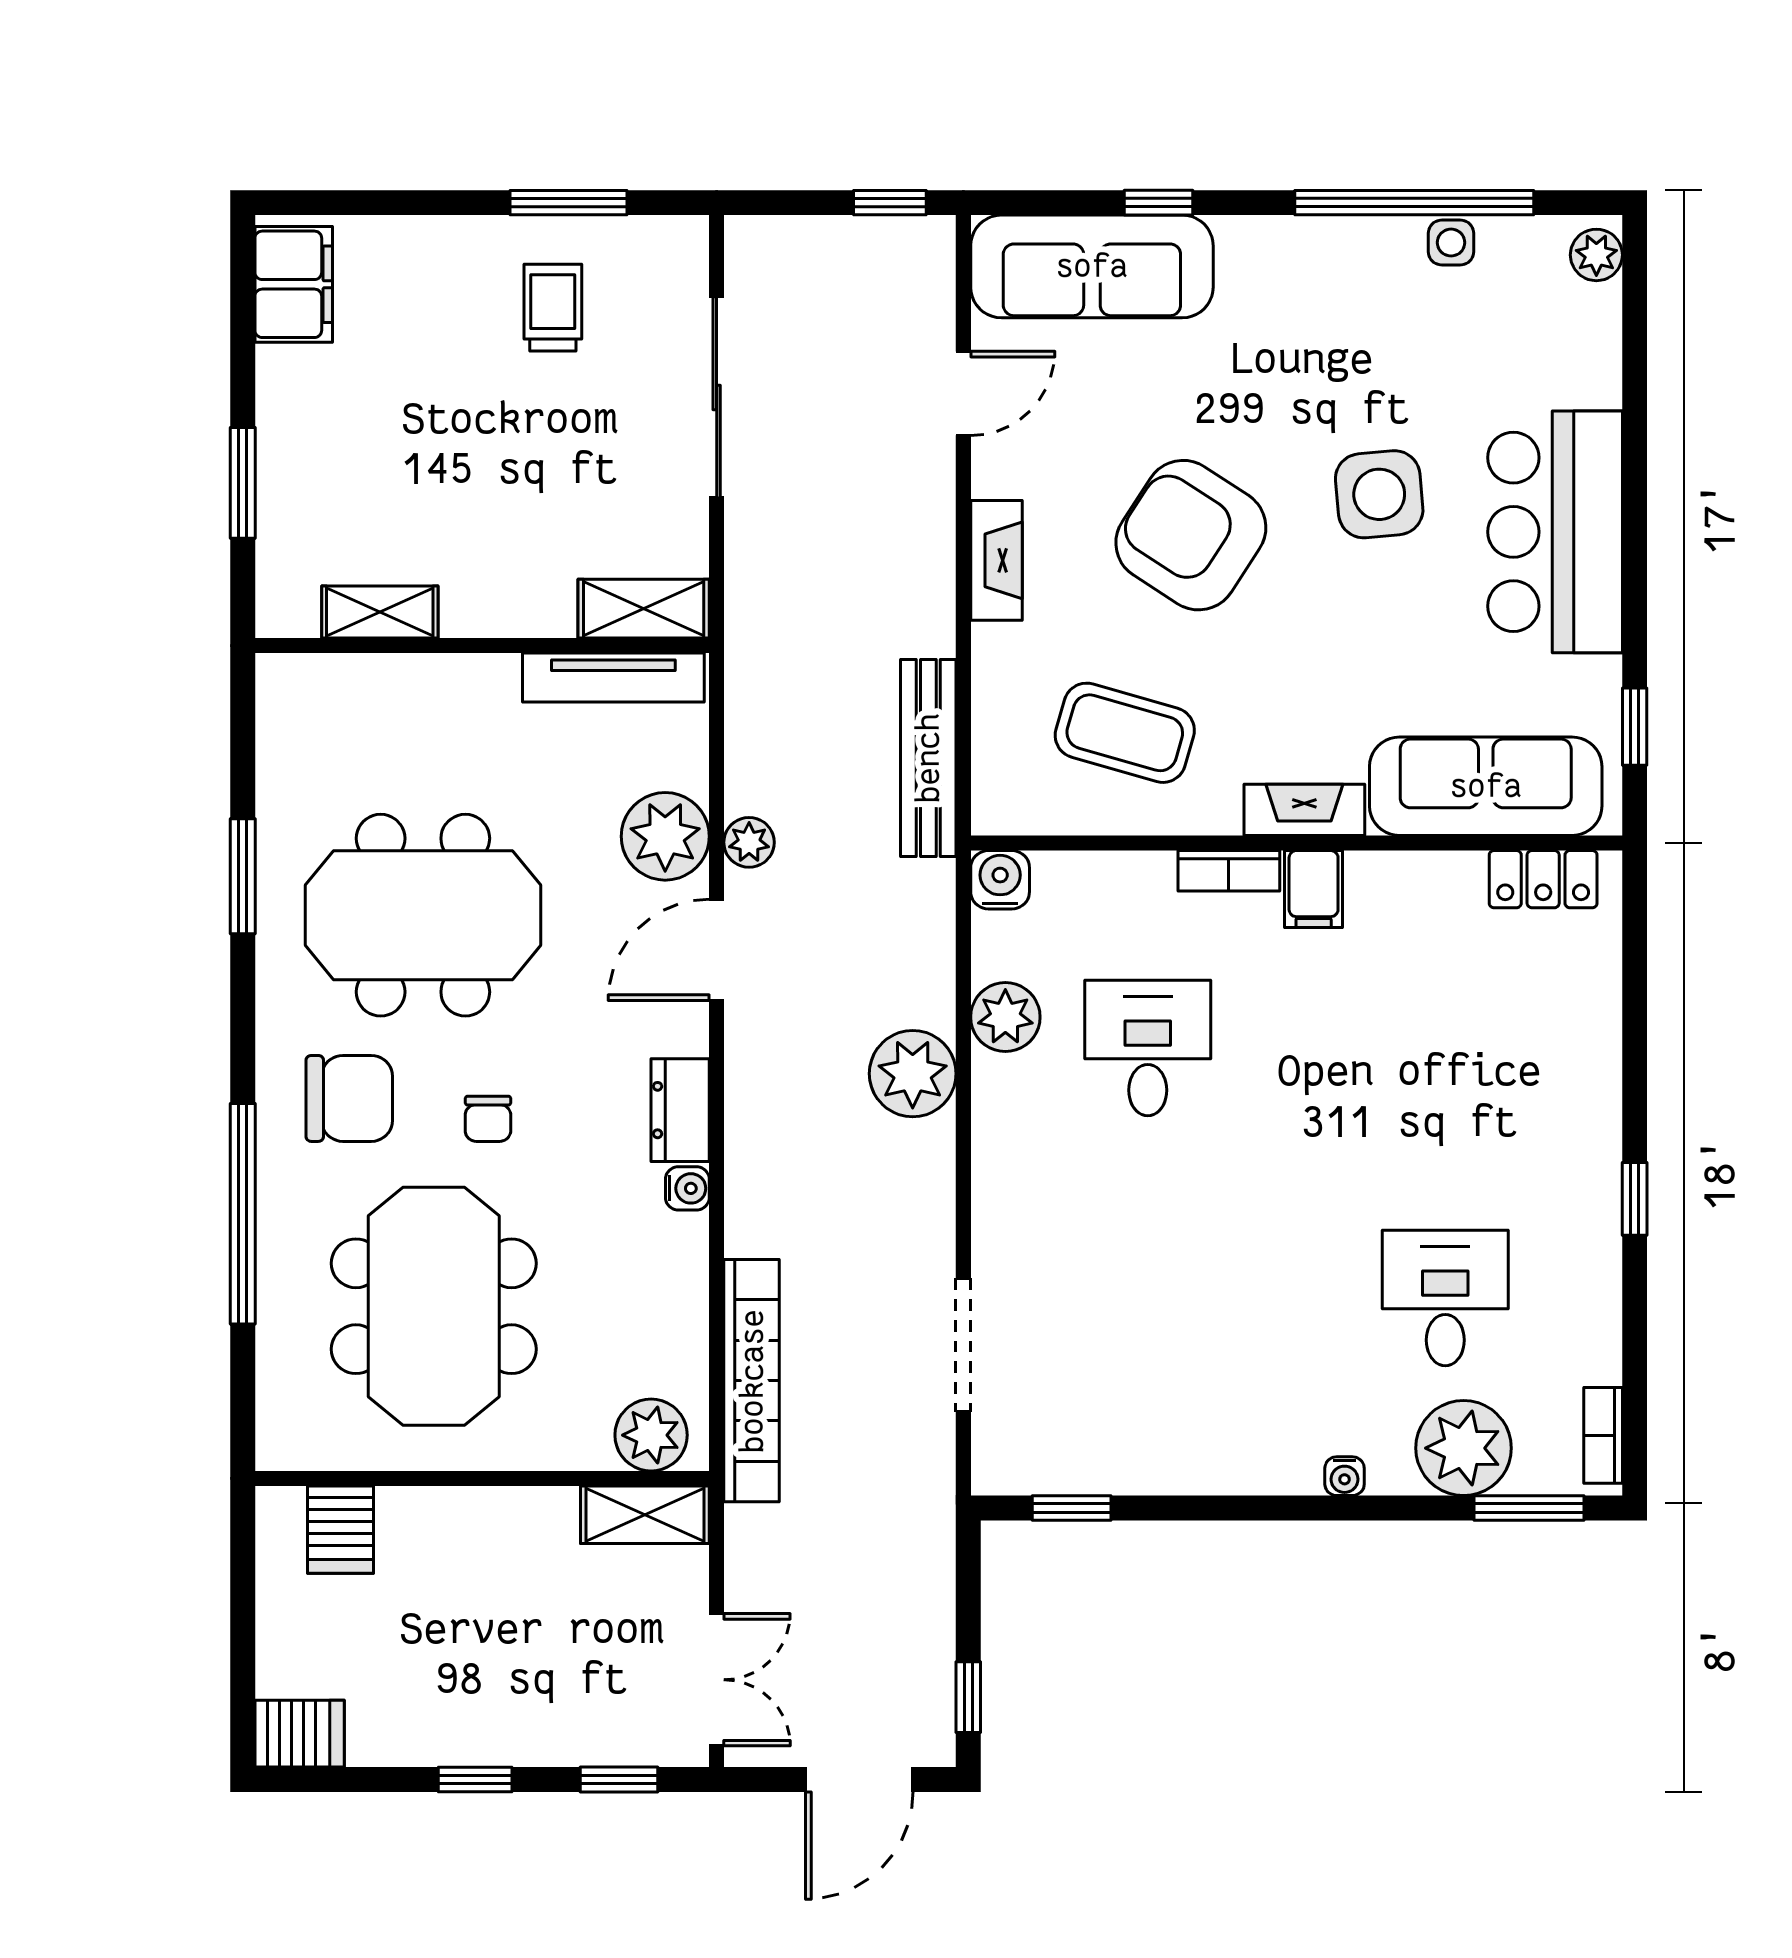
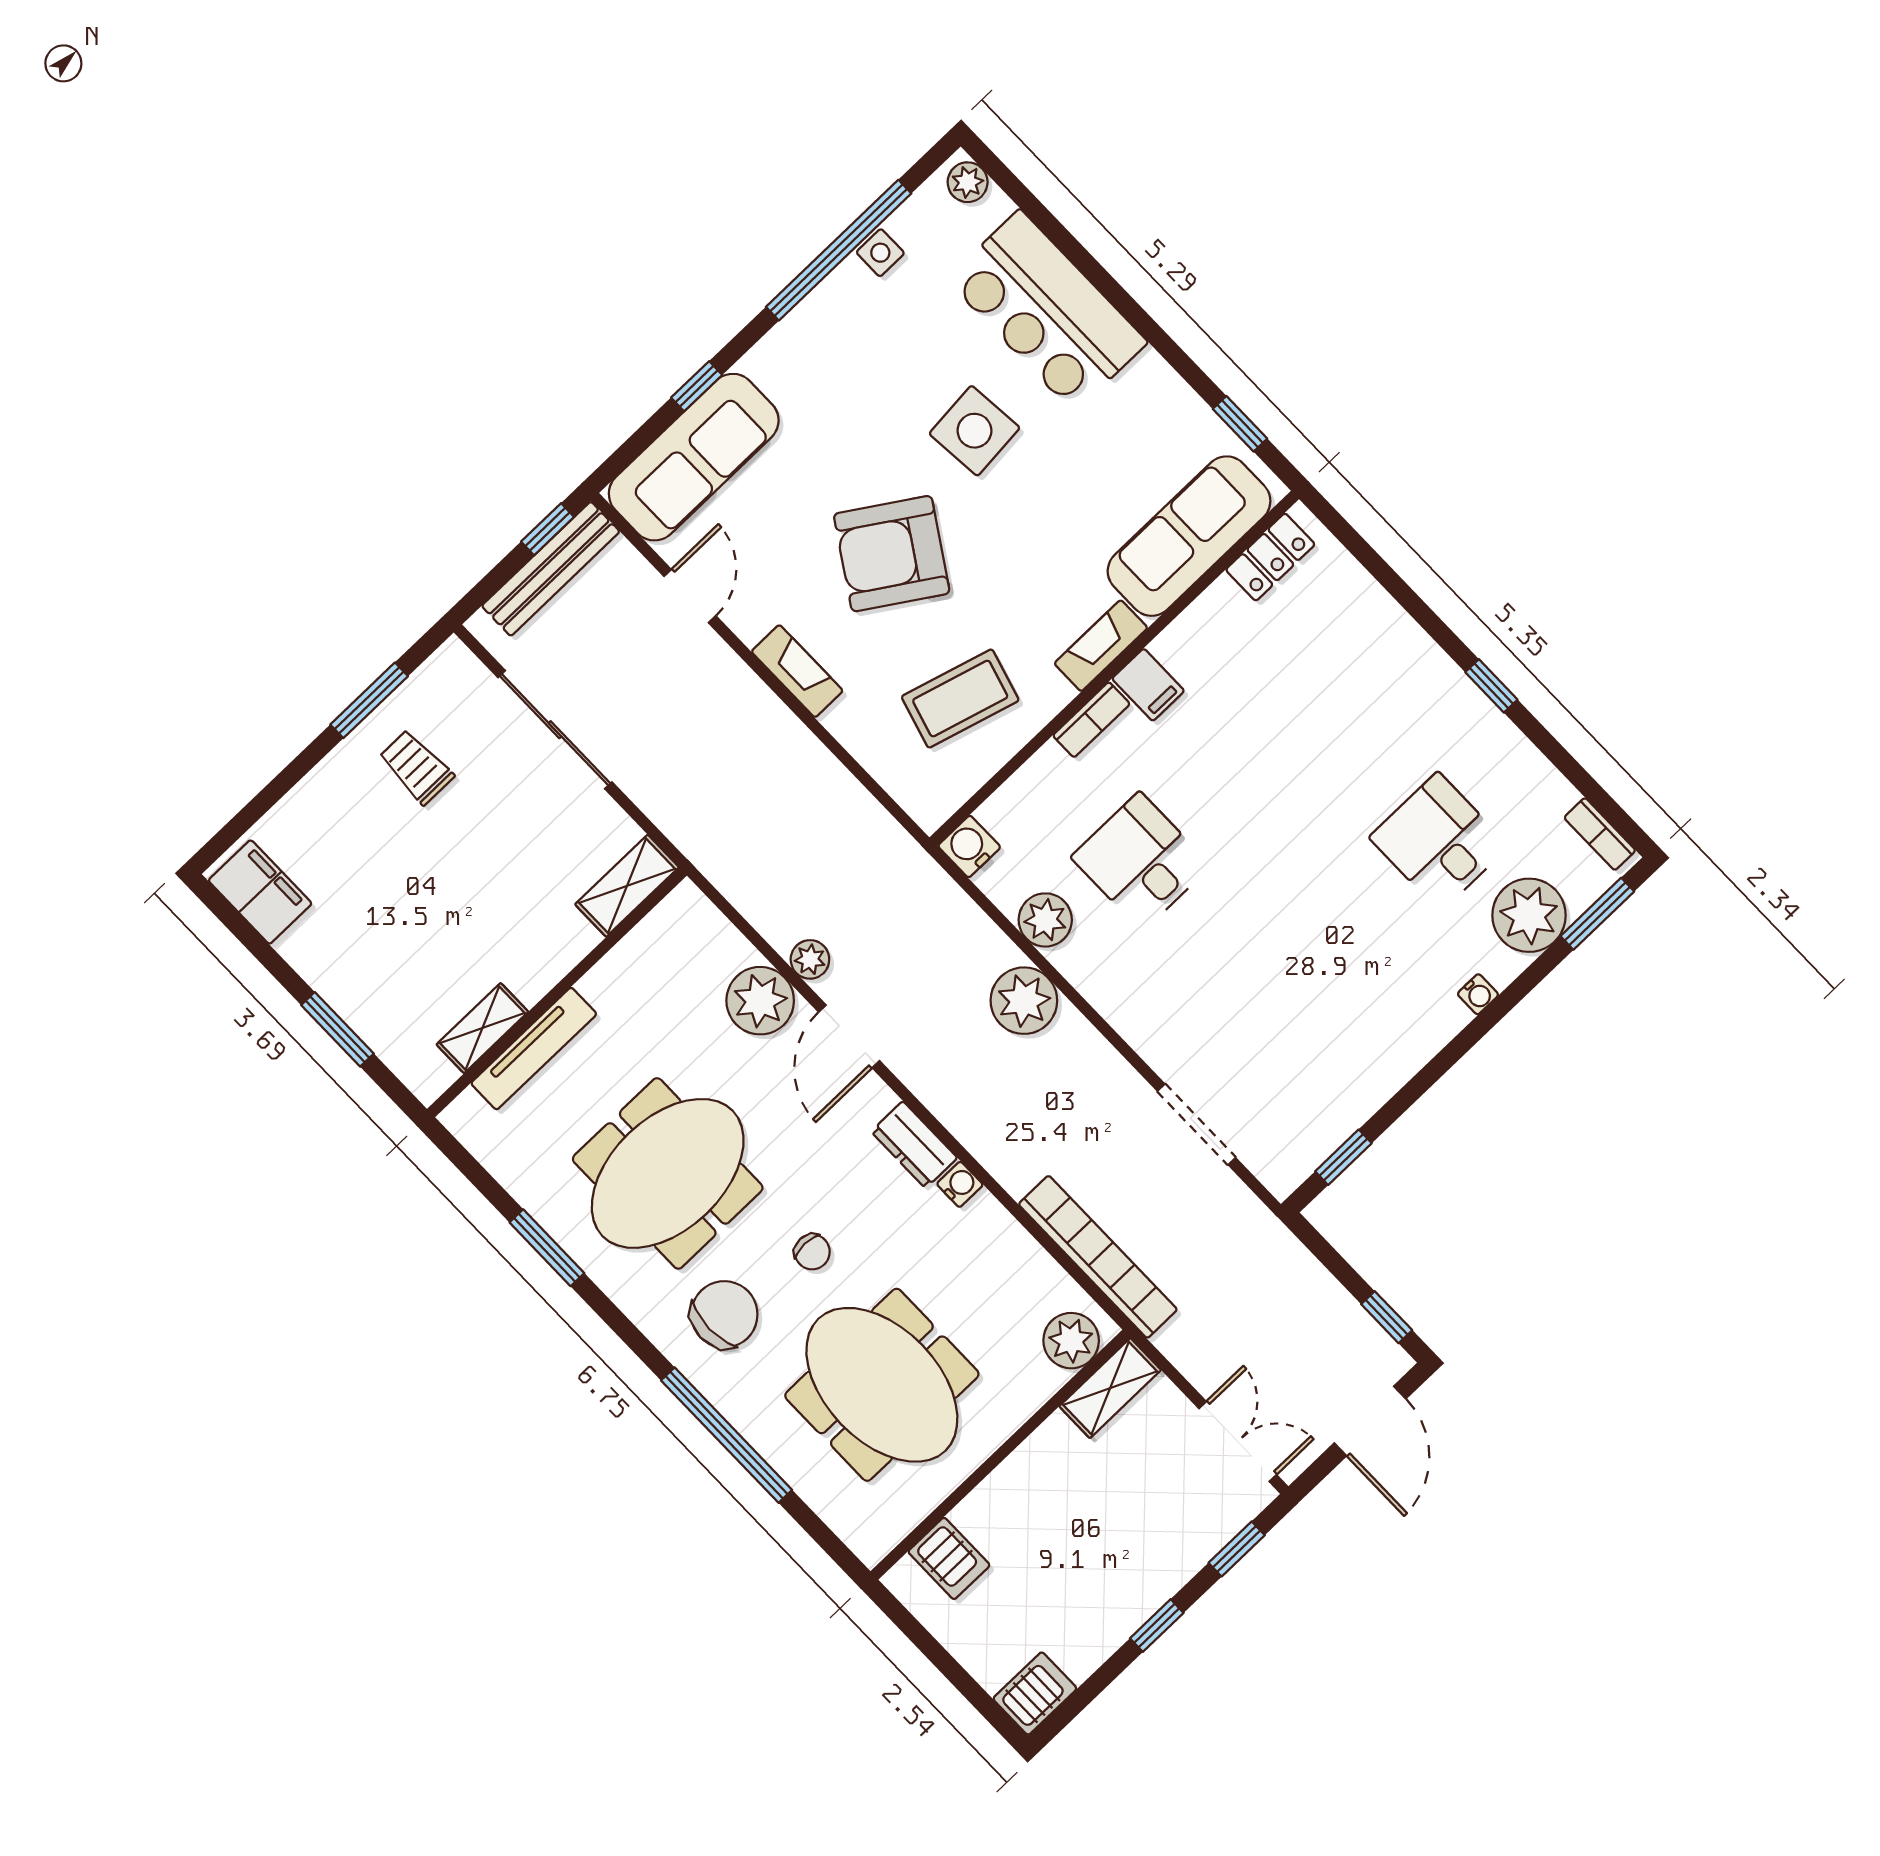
bar counter: (1555, 532) -> (1047, 311), moved
tv unit: (613, 678) -> (534, 1049), moved
bench: (928, 758) -> (551, 569), moved, turned 90

